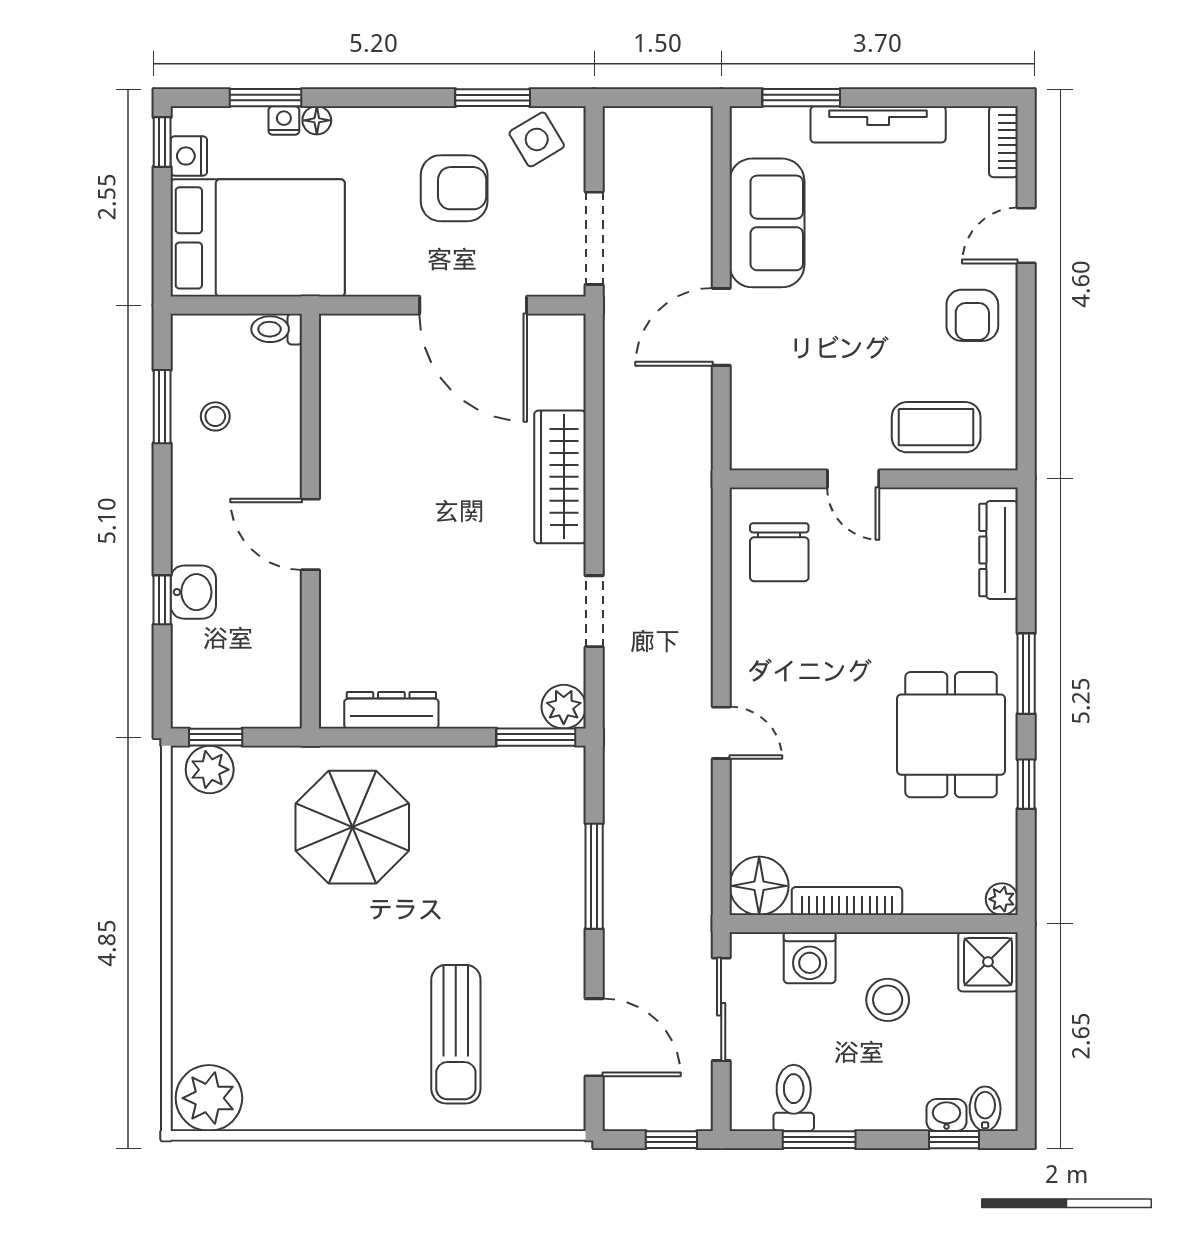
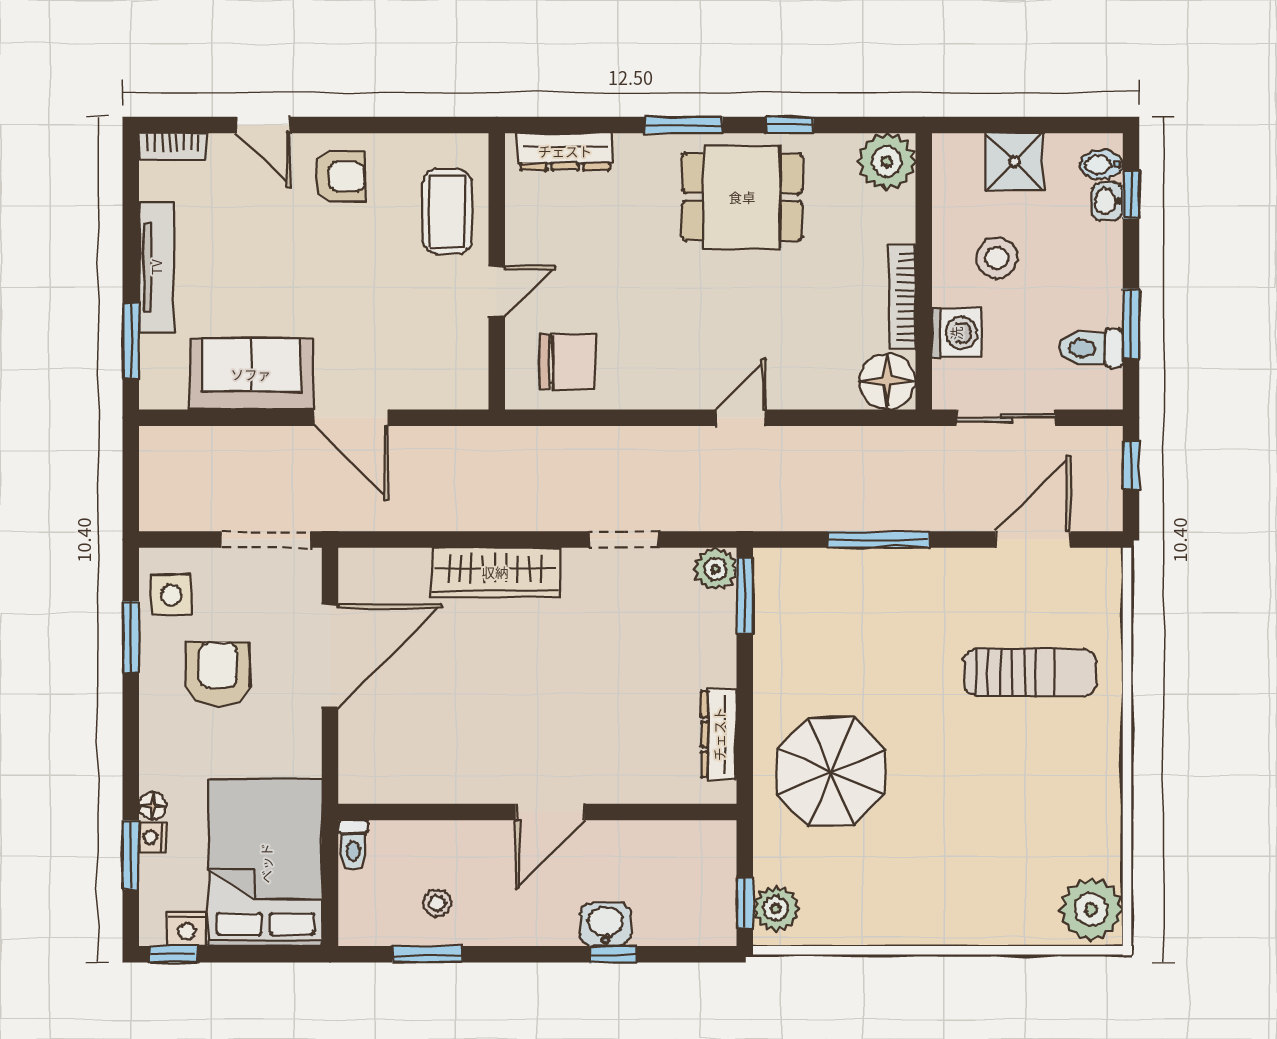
side table: (537, 139) -> (171, 595), turned 31
plant: (1002, 899) -> (887, 162), width x1.88, depth x1.88
shower: (988, 962) -> (1015, 162), moved

